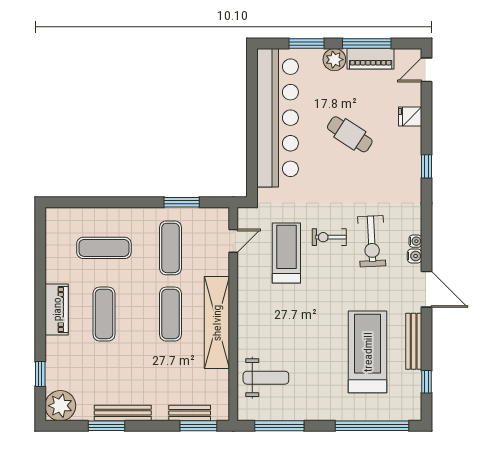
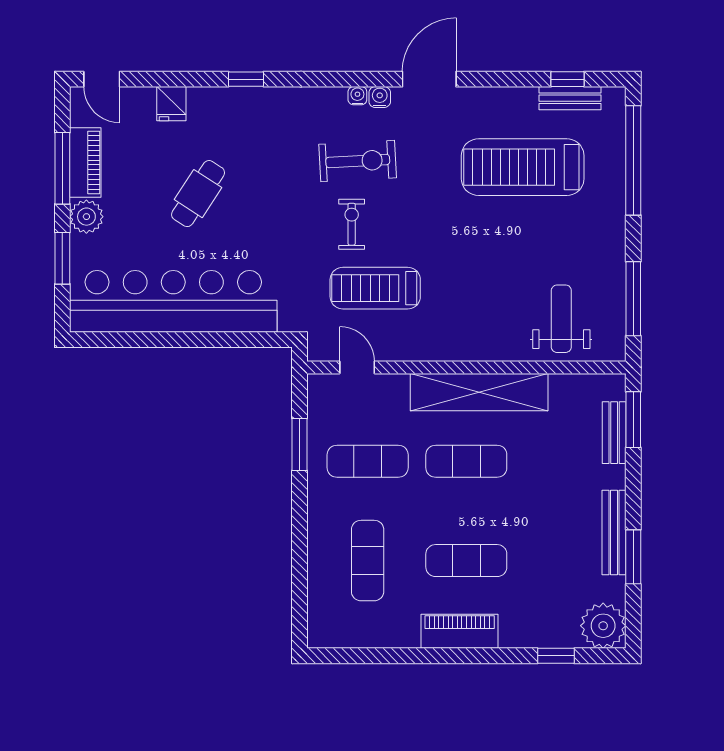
exercise bike: (329, 237) -> (352, 224), turned 180
bench: (414, 341) -> (570, 98), moved, width x0.73

